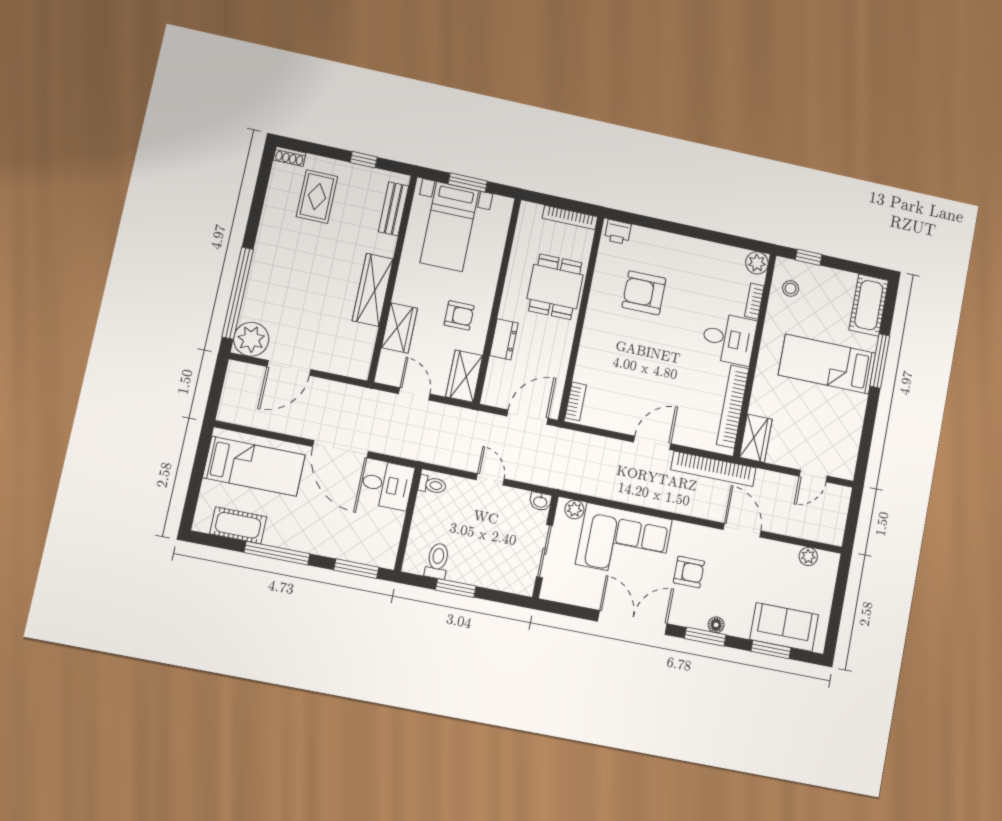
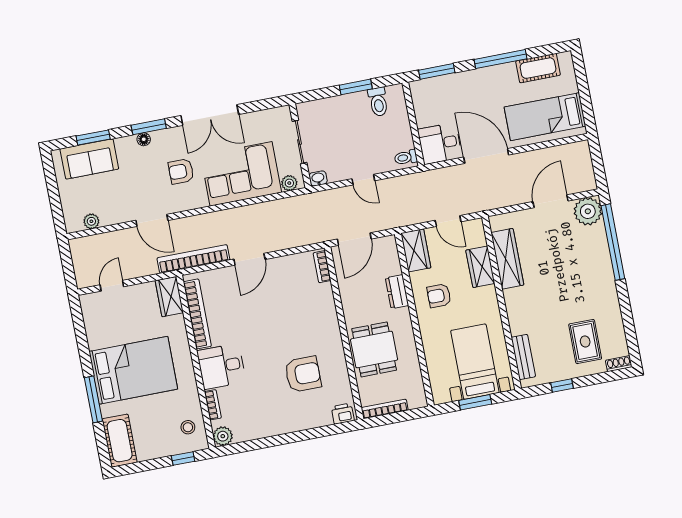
wardrobe: (373, 290) -> (507, 259), moved
bed: (827, 364) -> (133, 370), width x1.50

